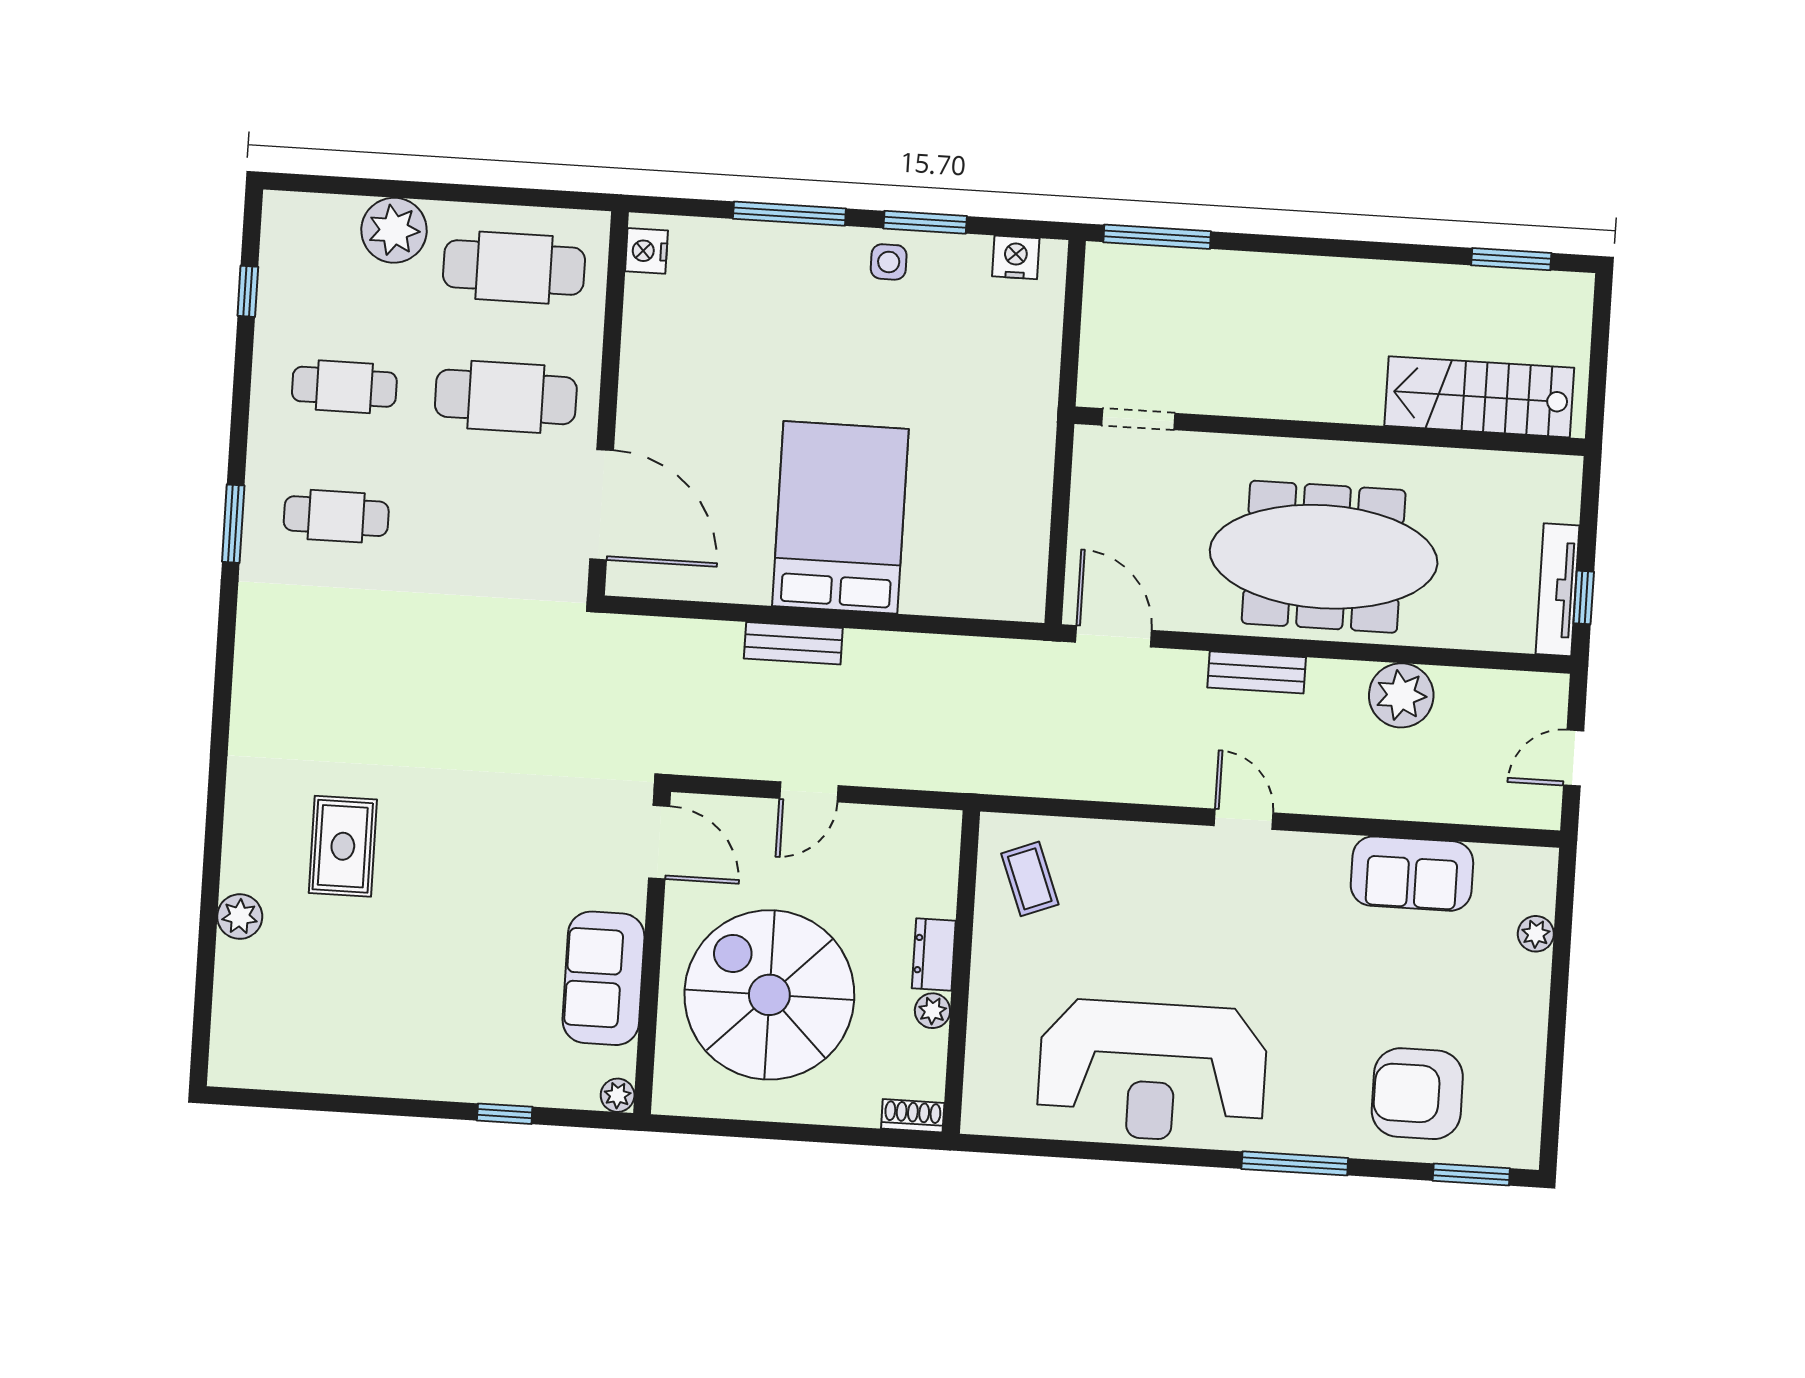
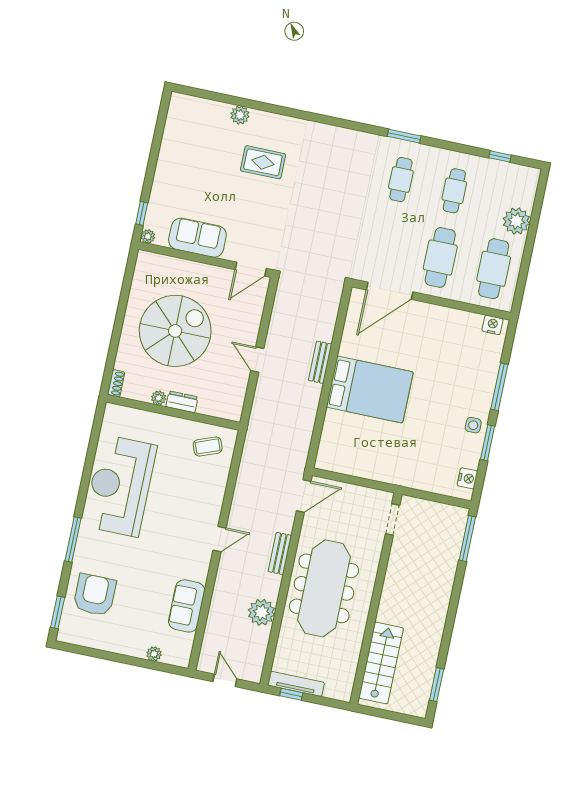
door: (659, 842) -> (251, 269), moved
wall: (652, 953) -> (205, 259), moved
sofa: (603, 978) -> (197, 238), moved
plant: (618, 1095) -> (148, 236), moved

